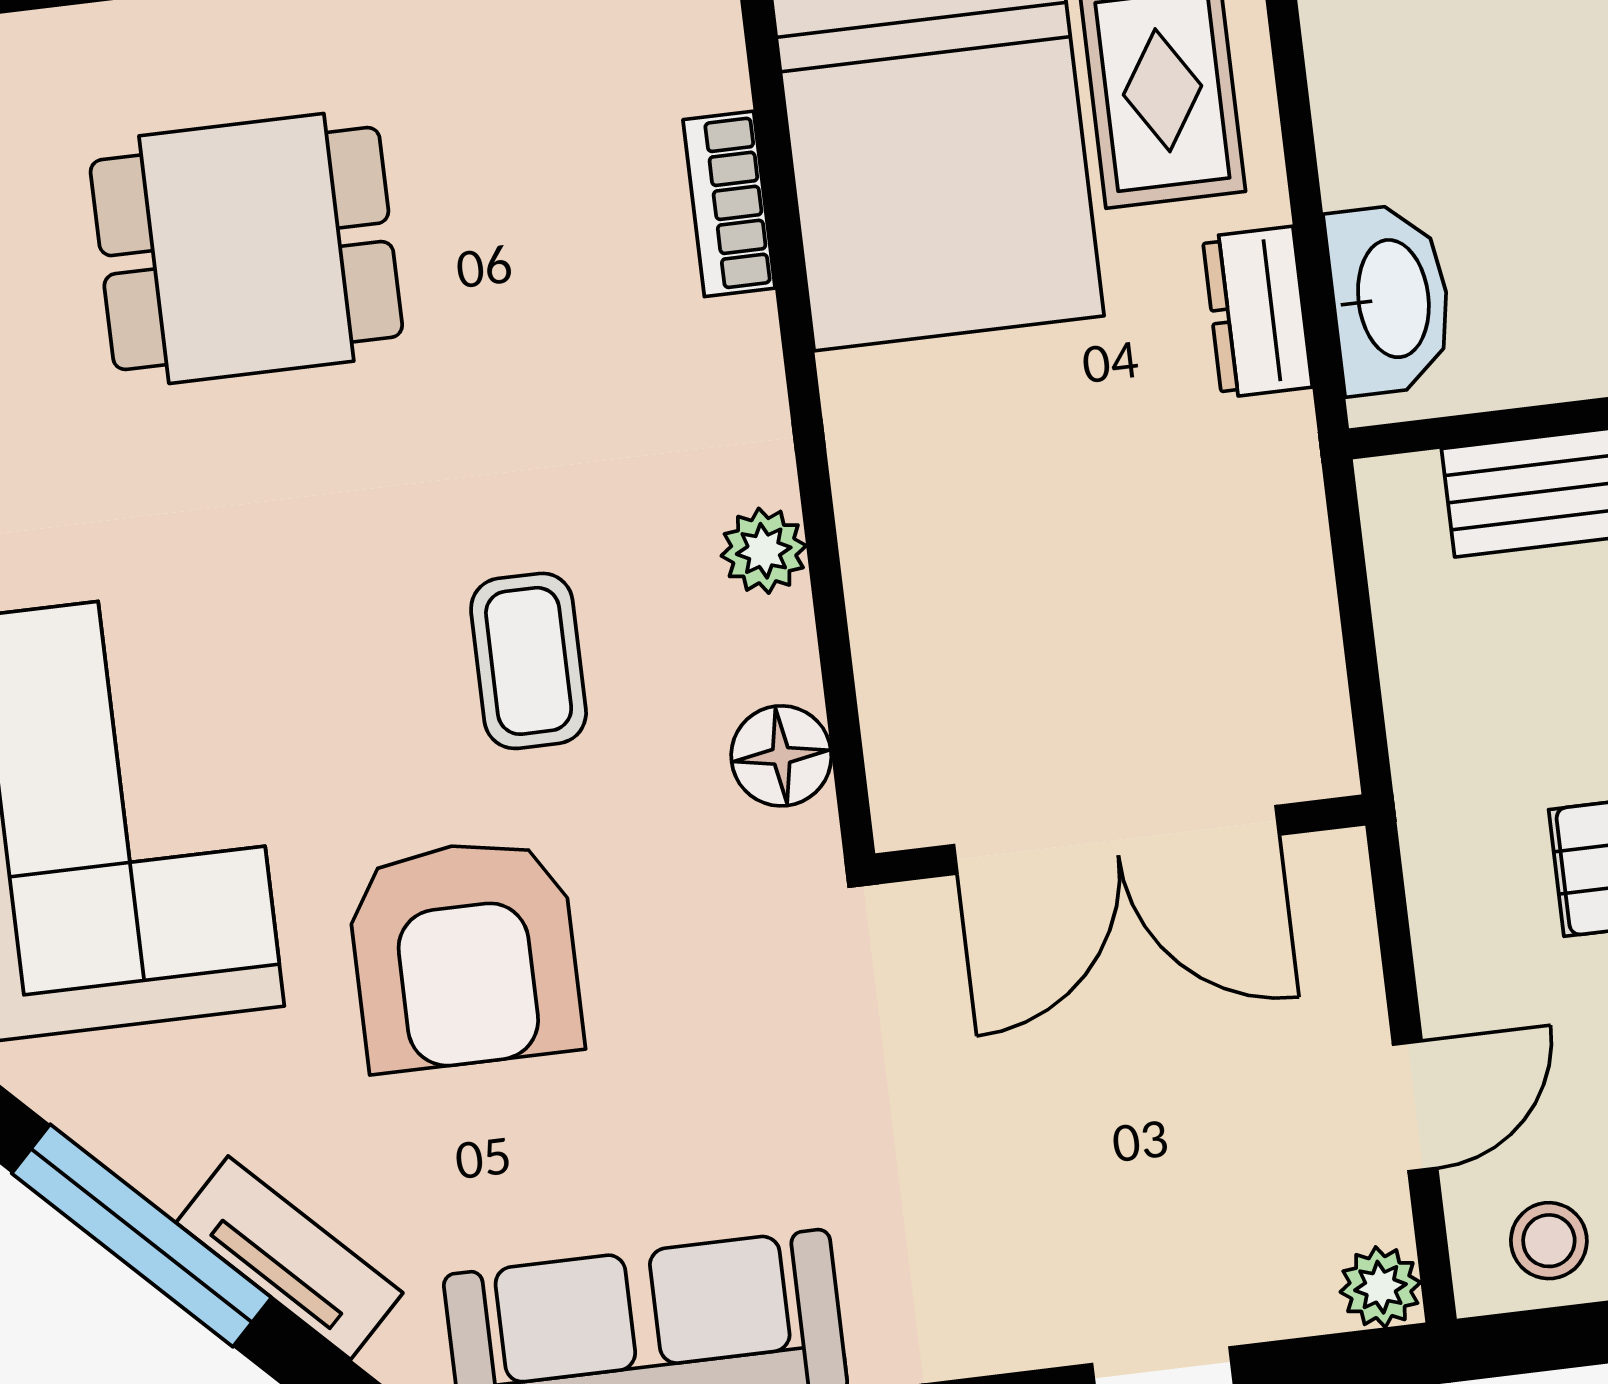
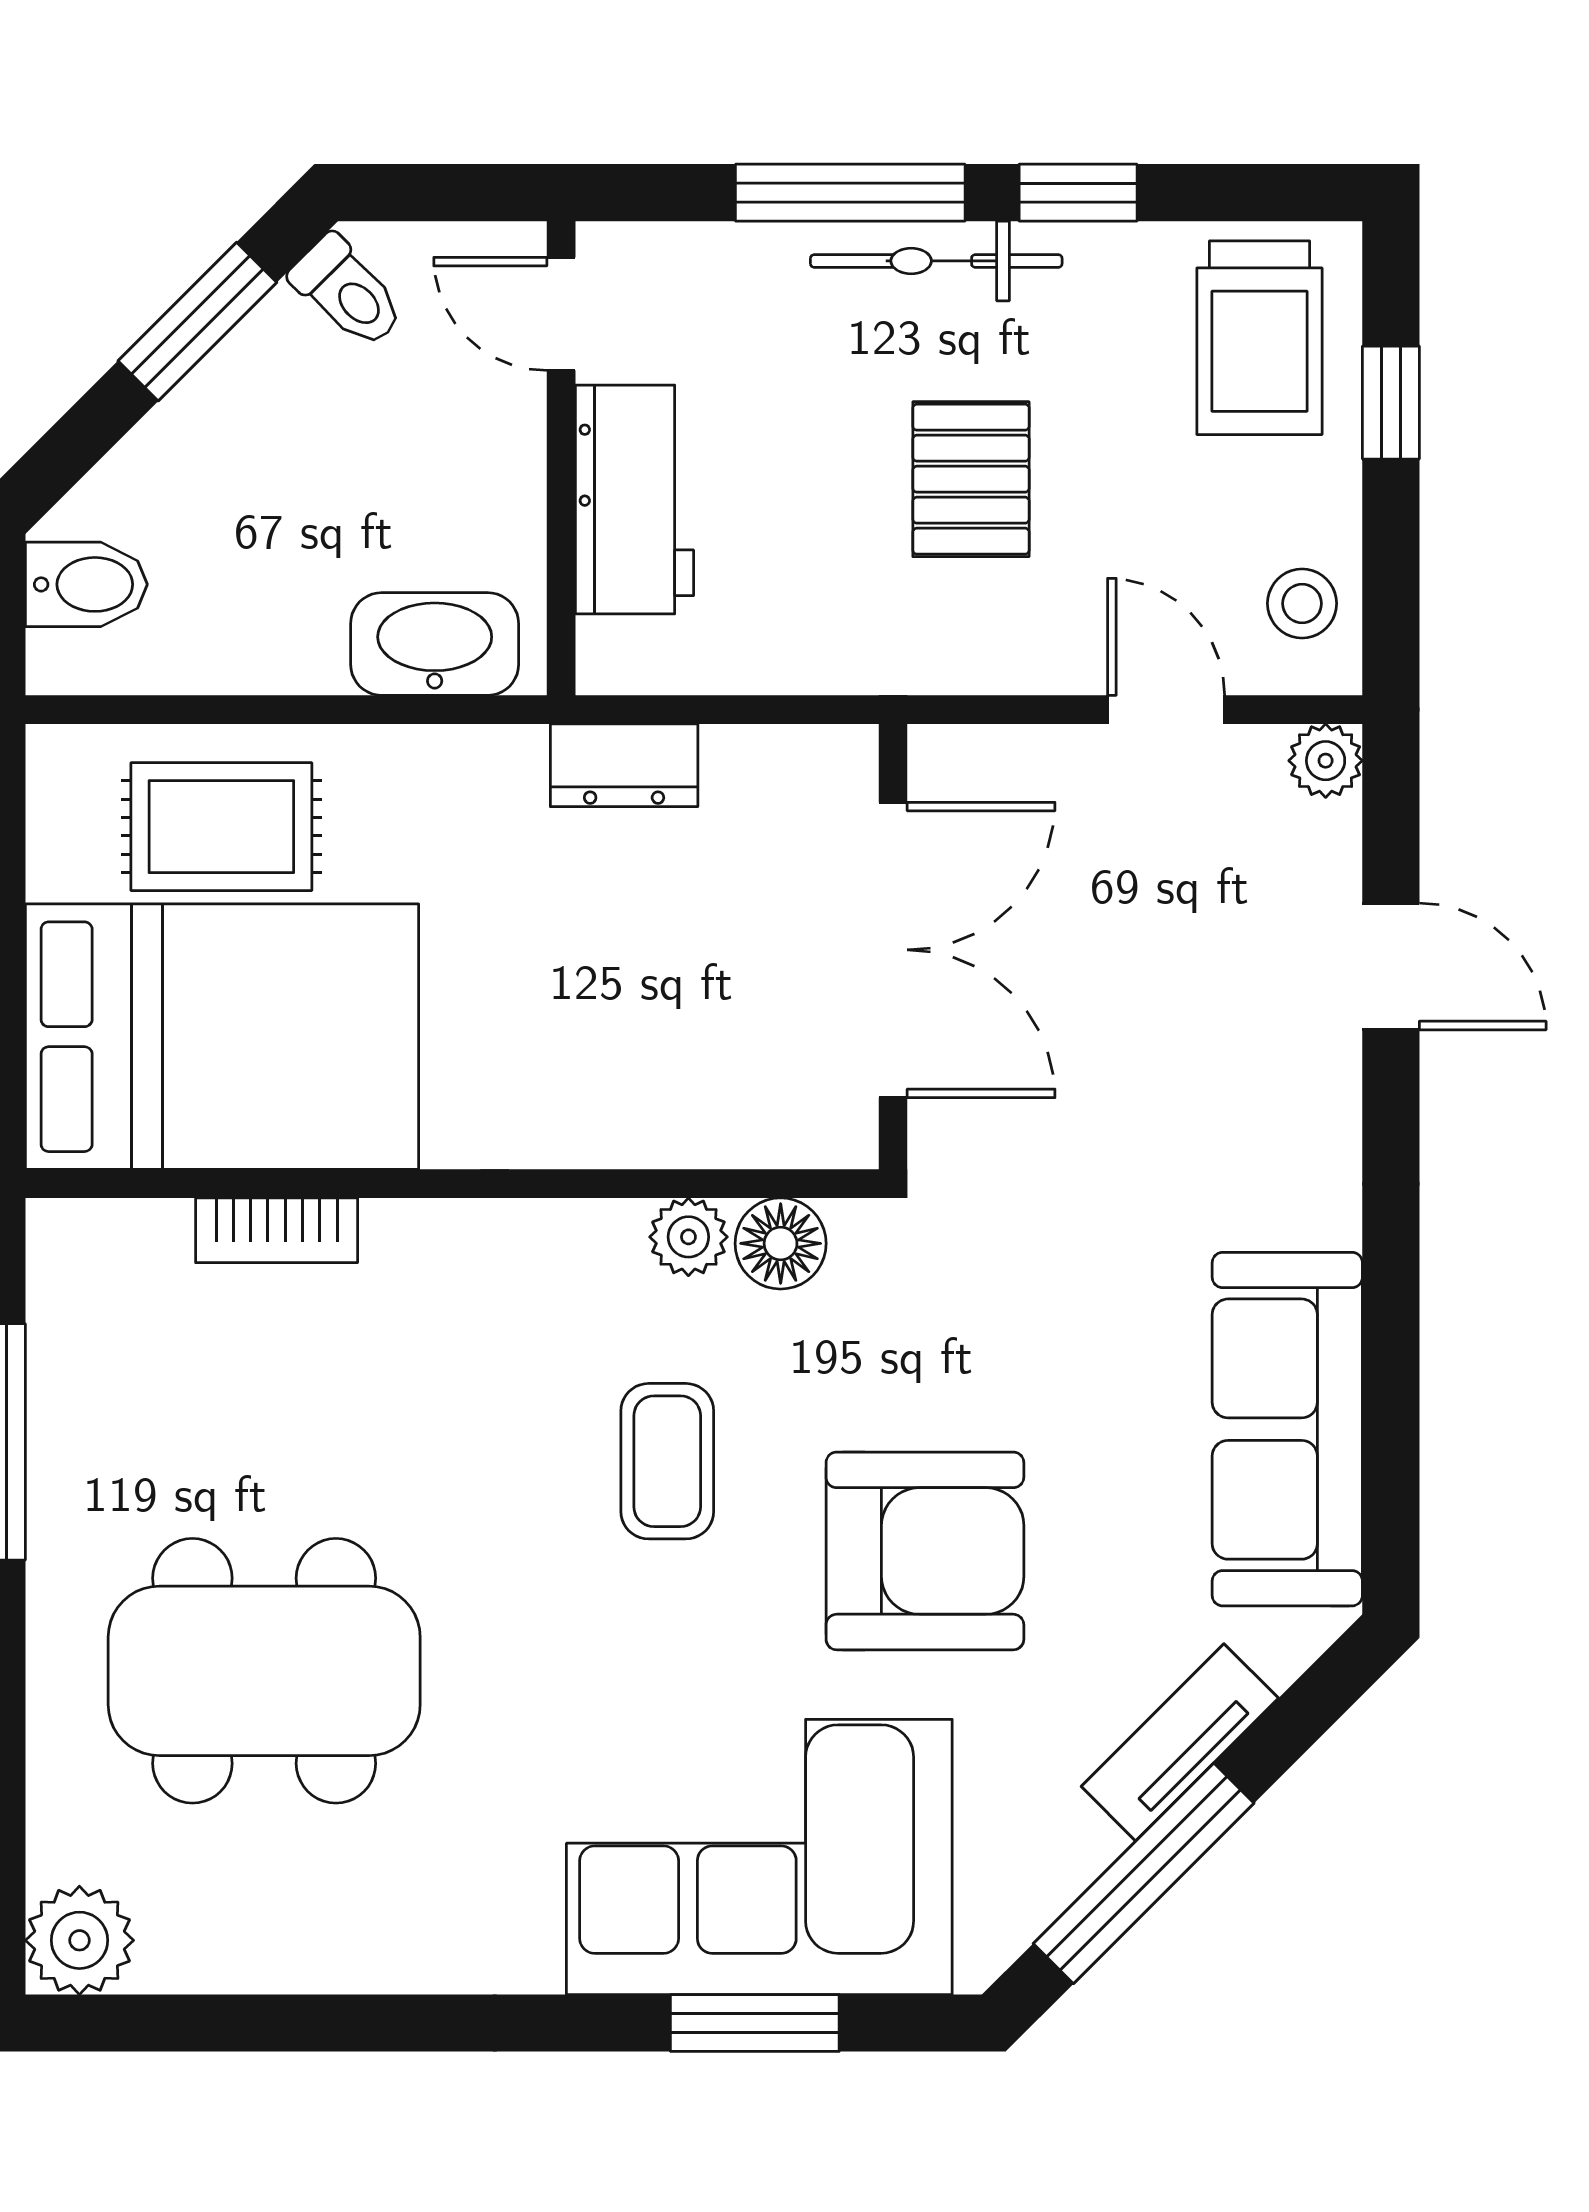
dining table: (246, 249) -> (264, 1671), width x1.38
dresser: (1257, 312) -> (624, 765), moved
plant: (764, 551) -> (688, 1237), moved
coffee table: (529, 661) -> (667, 1461), turned 90

